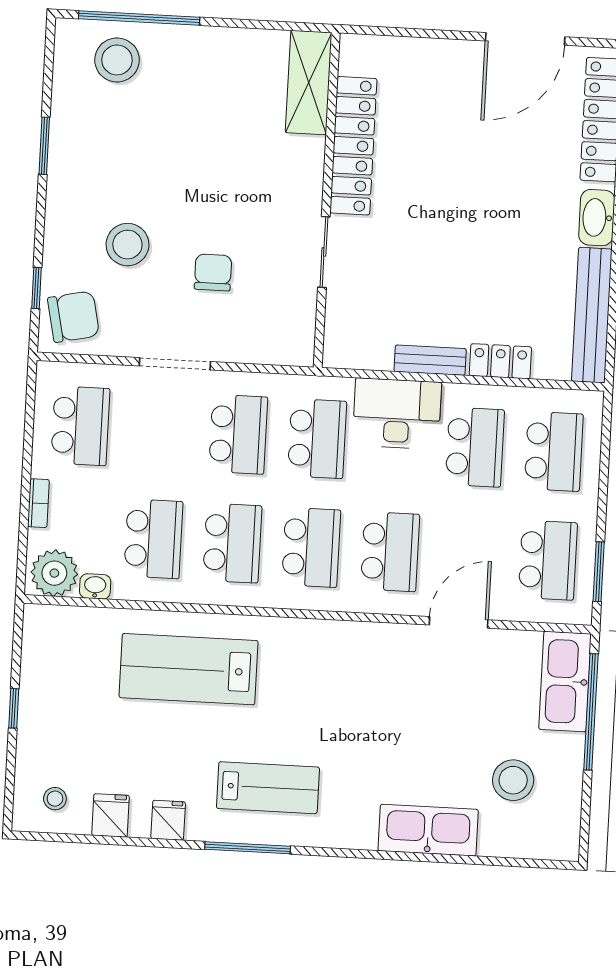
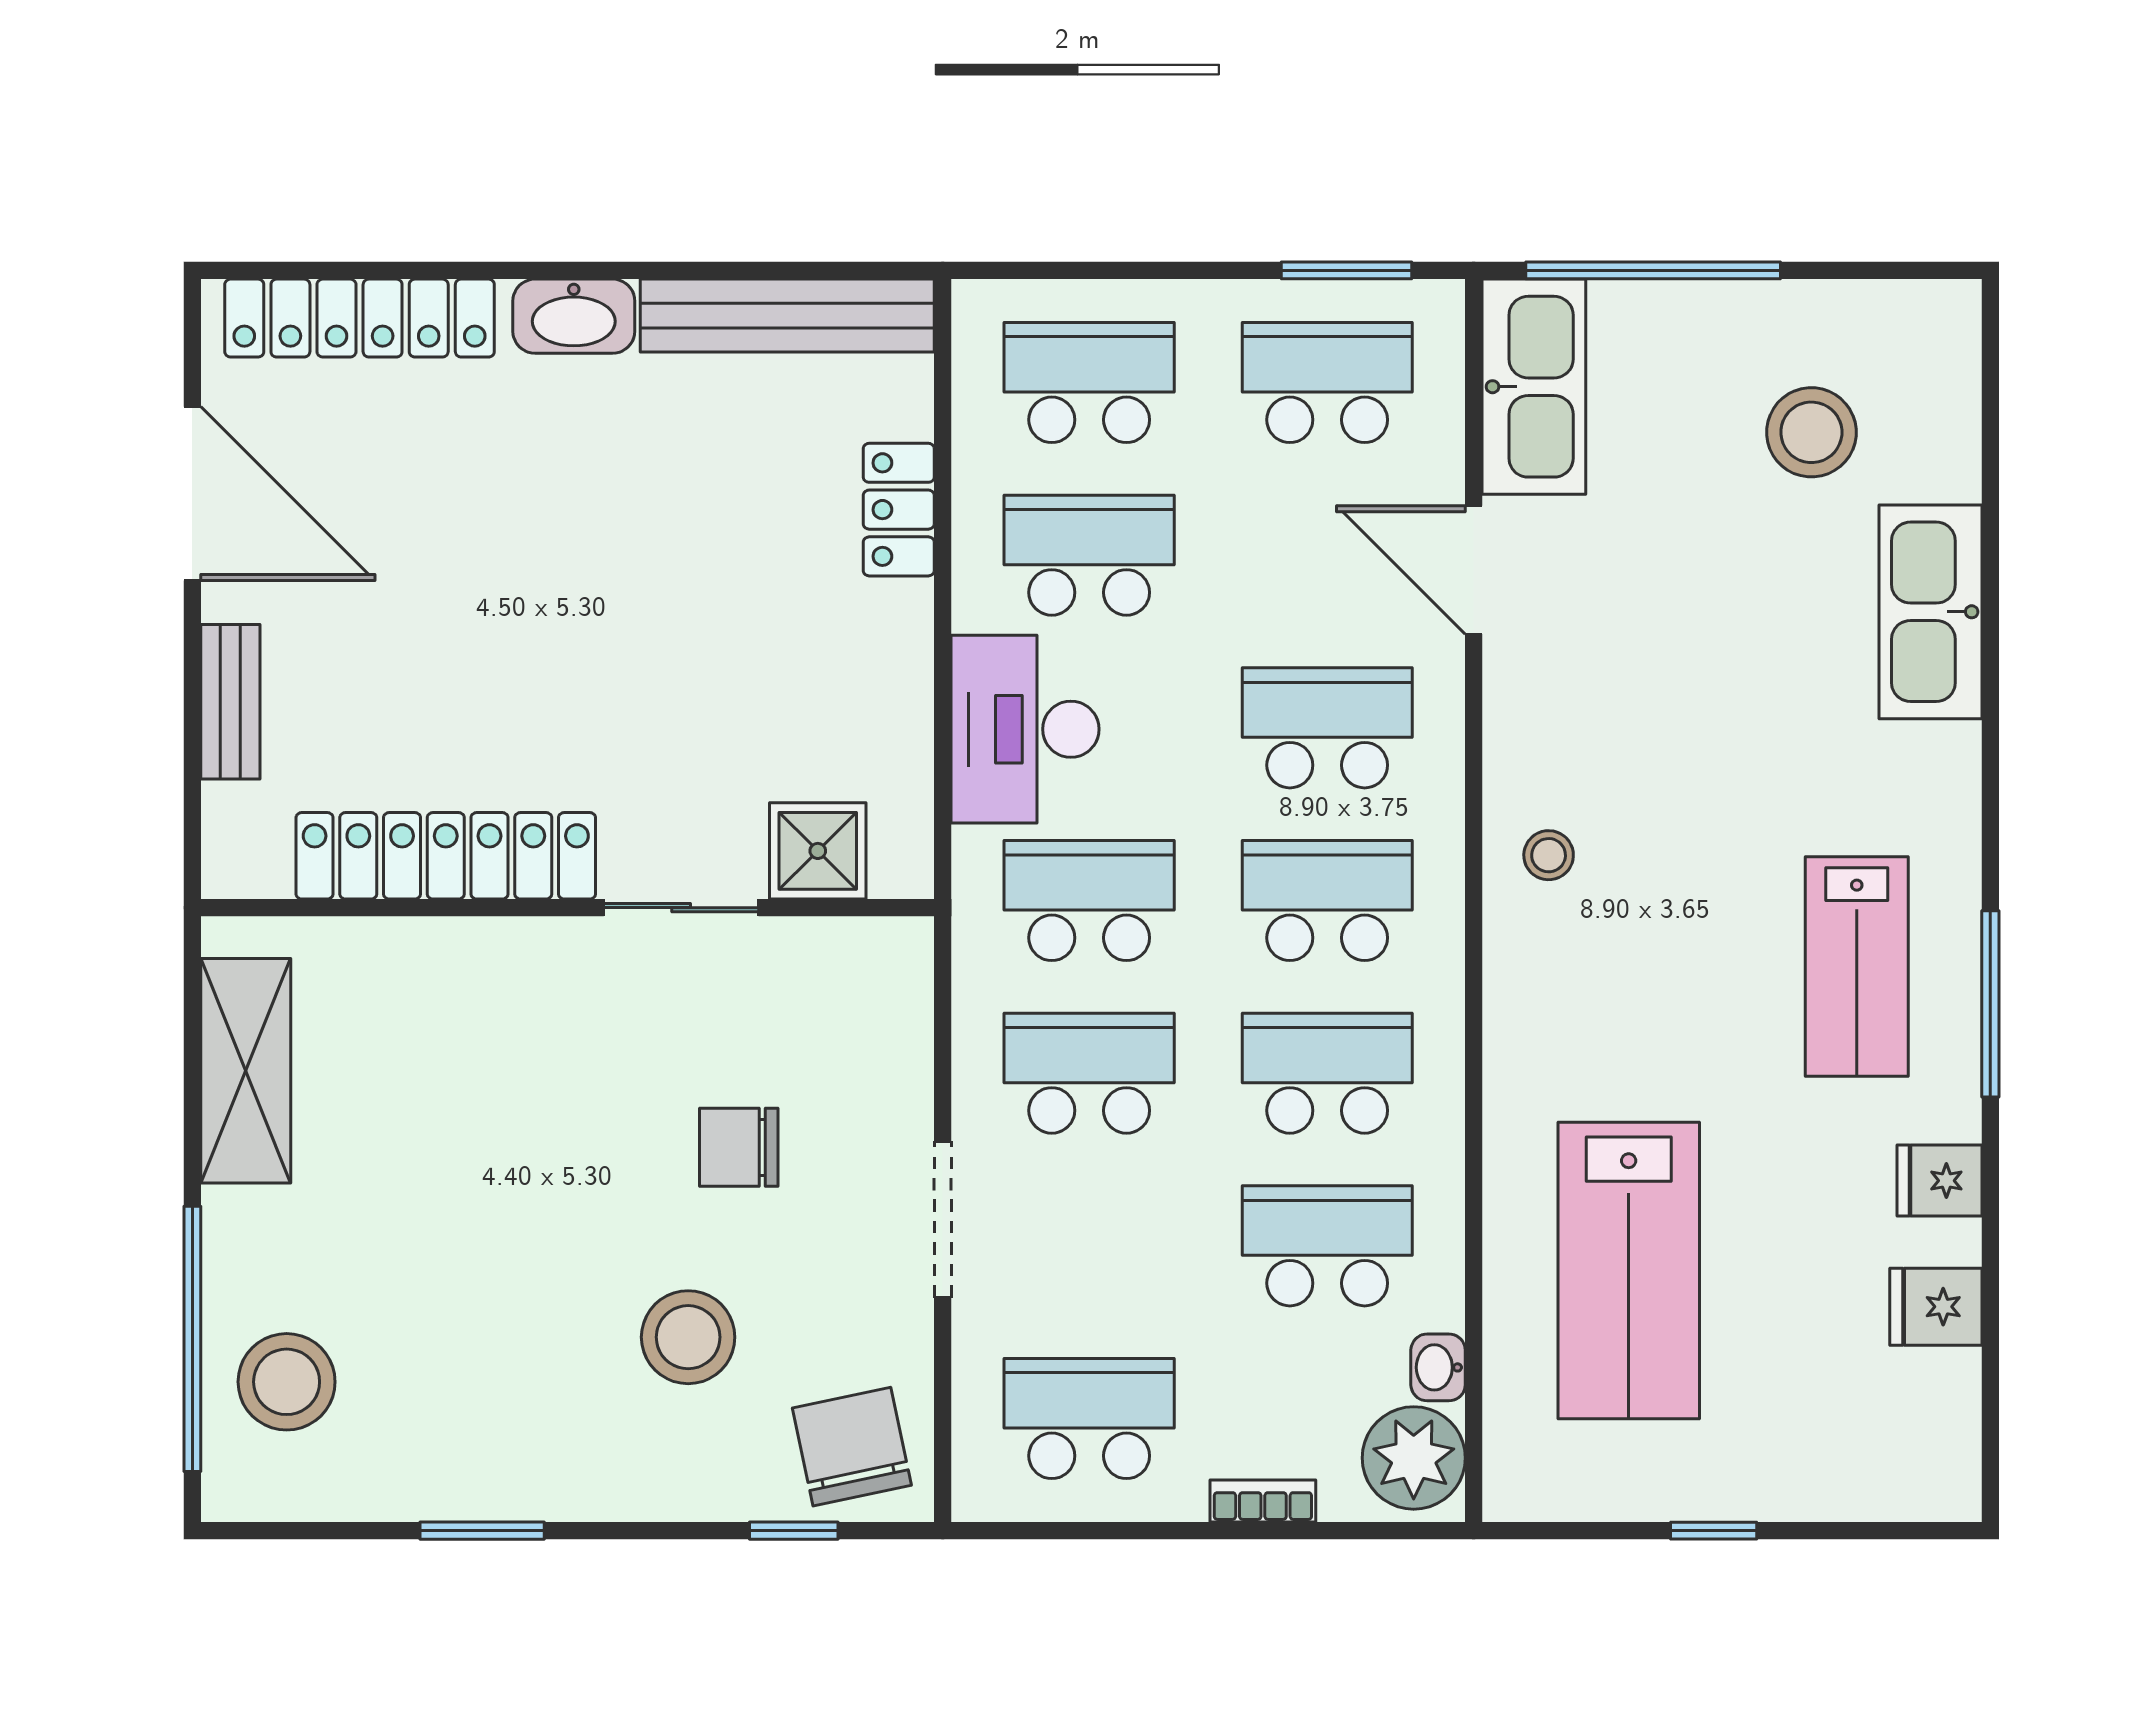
shelving: (309, 83) -> (246, 1071), moved, turned 90
shower: (346, 316) -> (818, 851), added
bench: (430, 360) -> (230, 702), moved
lab bench: (189, 669) -> (1629, 1270), moved
kitchen sink: (565, 681) -> (1534, 387), moved, turned -90
lab bench: (268, 788) -> (1857, 966), turned 180
stool: (55, 799) -> (1549, 855), moved

